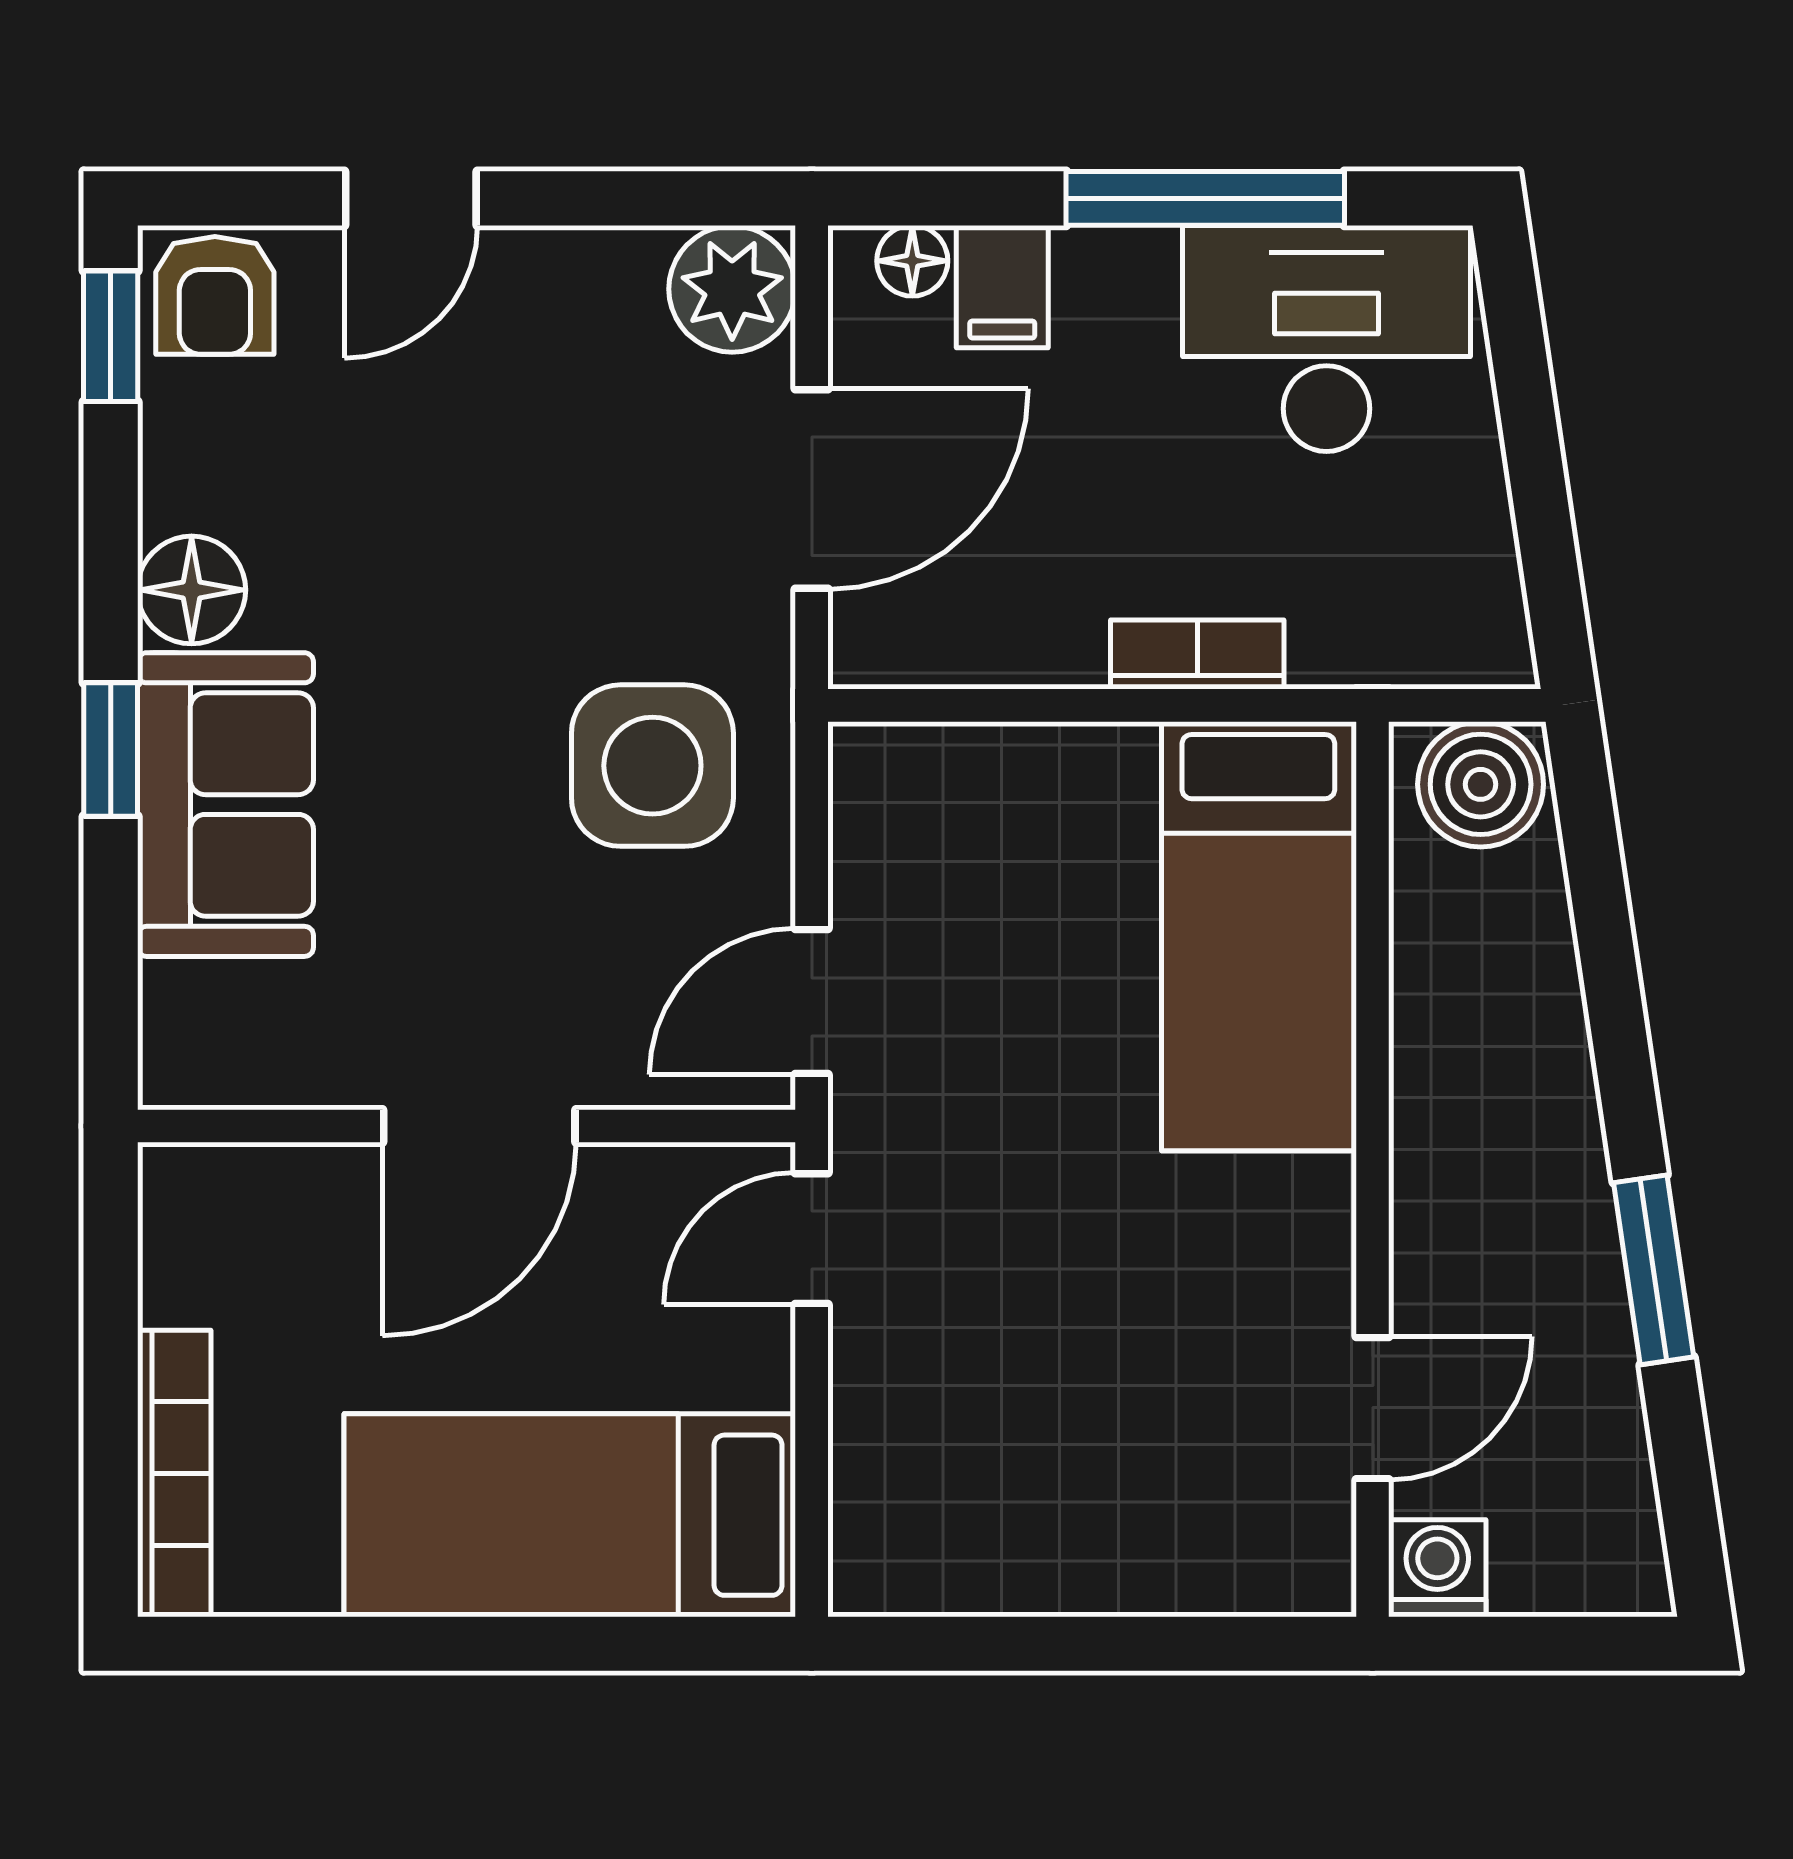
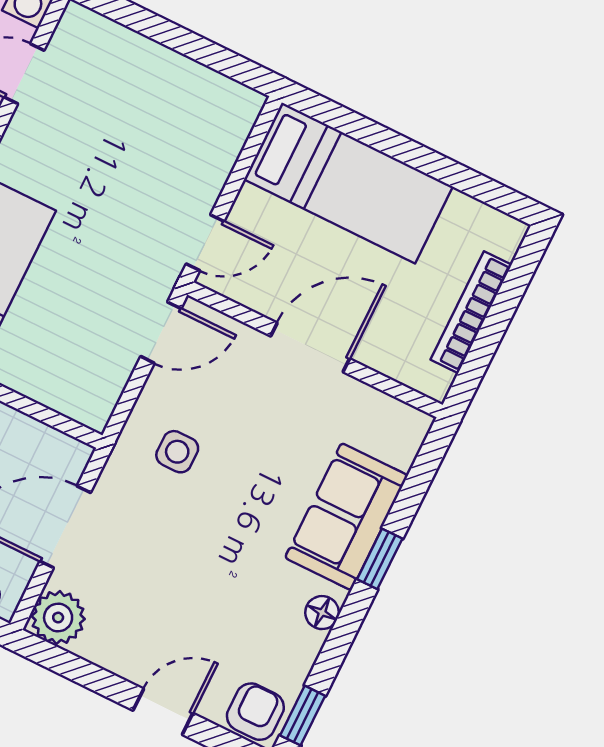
floor lamp: (192, 590) -> (322, 613), width x0.73, depth x0.73
side table: (652, 766) -> (177, 452), width x0.54, depth x0.54
bookcase: (174, 1473) -> (471, 312), moved

